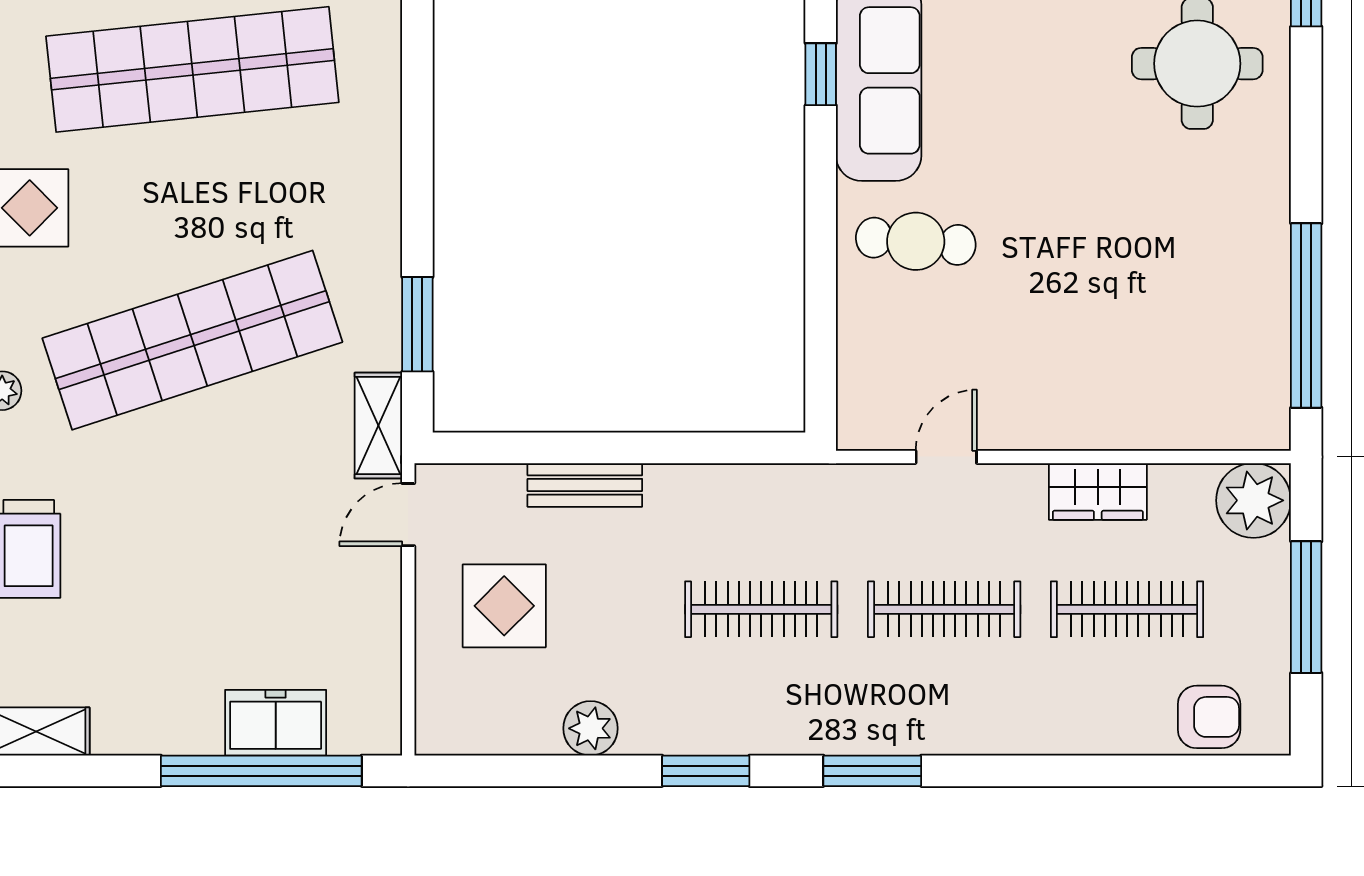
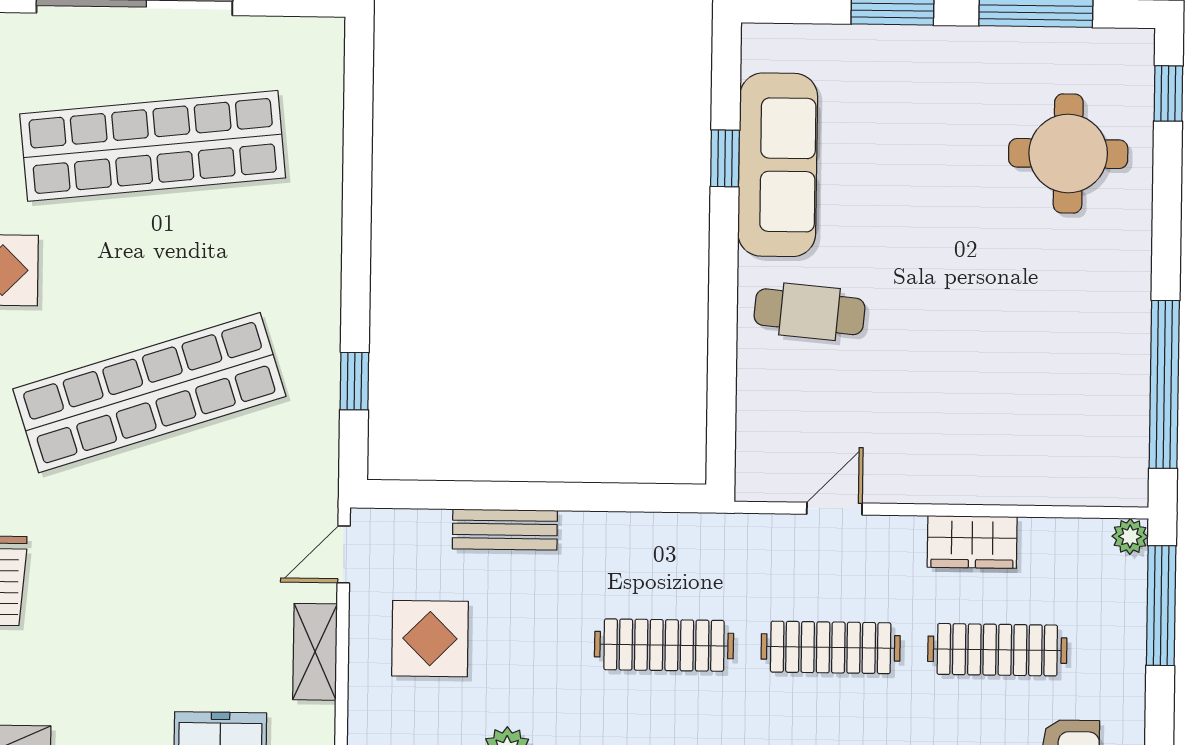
window: (417, 324) -> (354, 381), width x0.67
shelving: (378, 426) -> (315, 652), moved
plant: (1254, 500) -> (1130, 537), width x0.53, depth x0.53
window: (1306, 607) -> (1161, 606), moved

